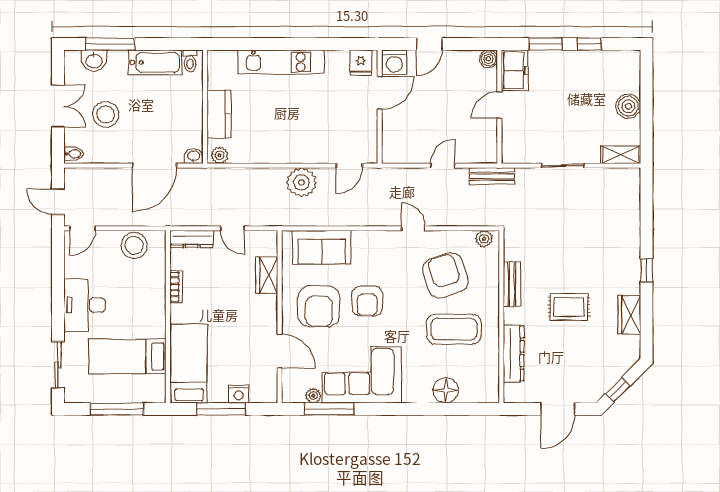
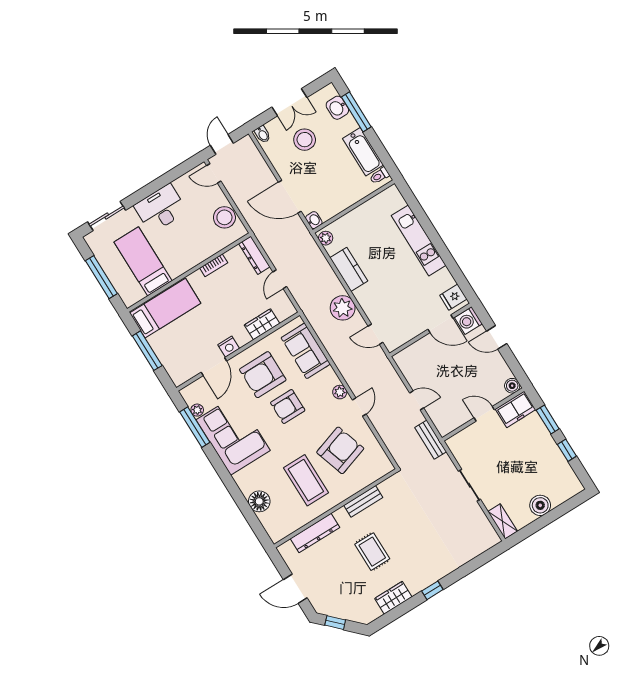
kitchen counter: (219, 114) -> (349, 269), moved, turned -90
plant: (484, 239) -> (340, 392), moved
nightstand: (239, 394) -> (229, 347), moved, turned -90

